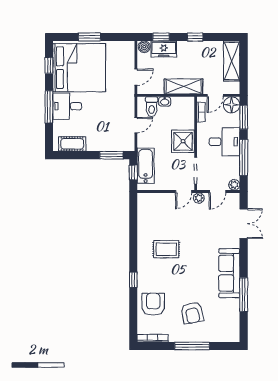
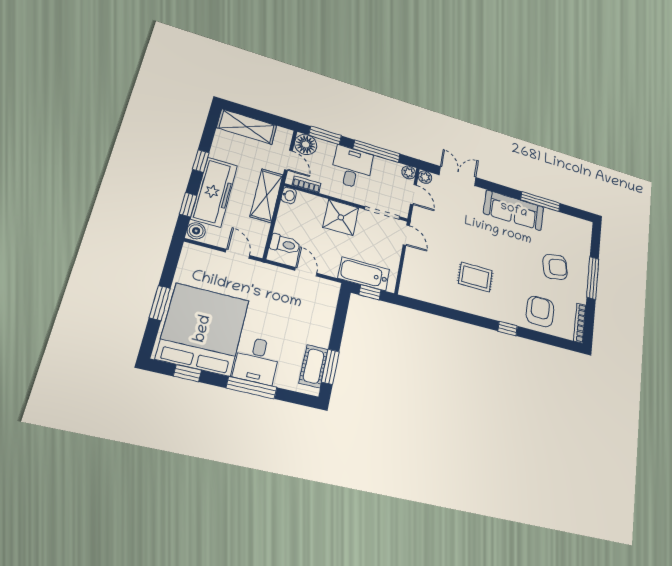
freezer: (164, 49) -> (214, 192), width x1.91, depth x1.26
washbasin: (165, 101) -> (289, 195), moved
window: (111, 155) -> (330, 367), moved
plant: (199, 198) -> (425, 177), moved
rug: (166, 249) -> (475, 277), turned 90
armchair: (153, 304) -> (540, 311), turned 90

